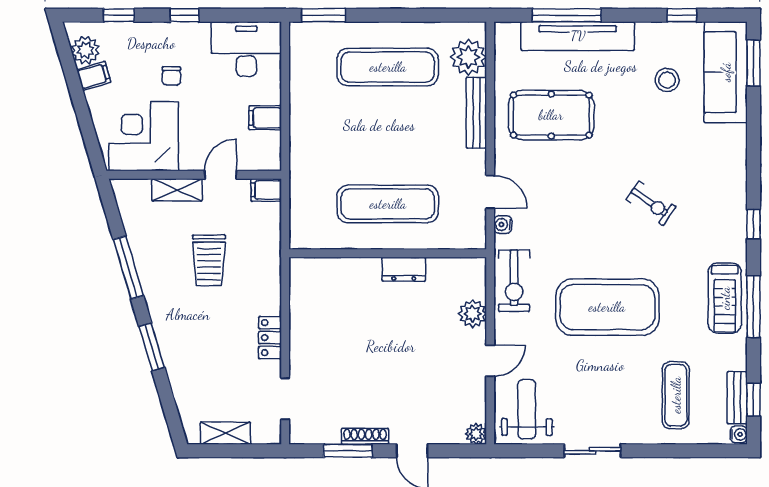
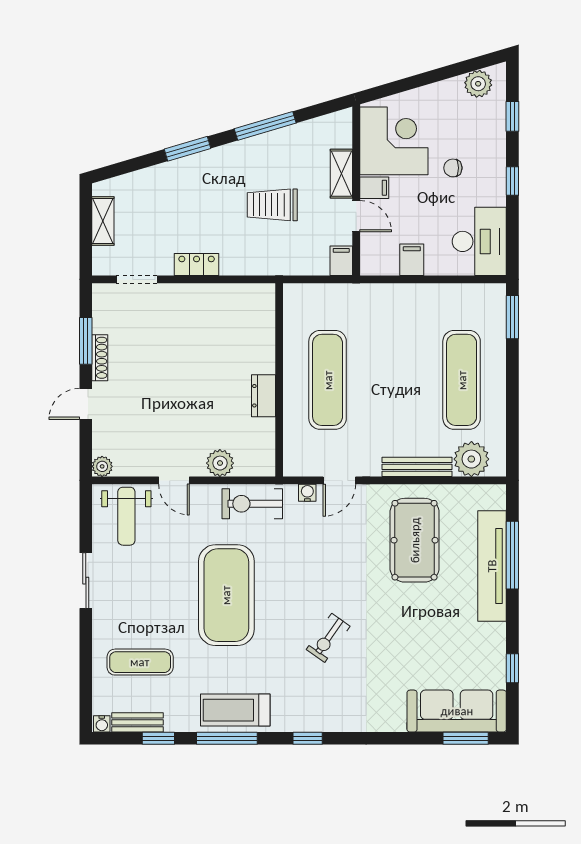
filing cabinet: (94, 76) -> (374, 188), moved, turned -74
stool: (667, 80) -> (449, 654), removed
window: (754, 400) -> (158, 738), moved
weight bench: (527, 409) -> (126, 516), turned 90

